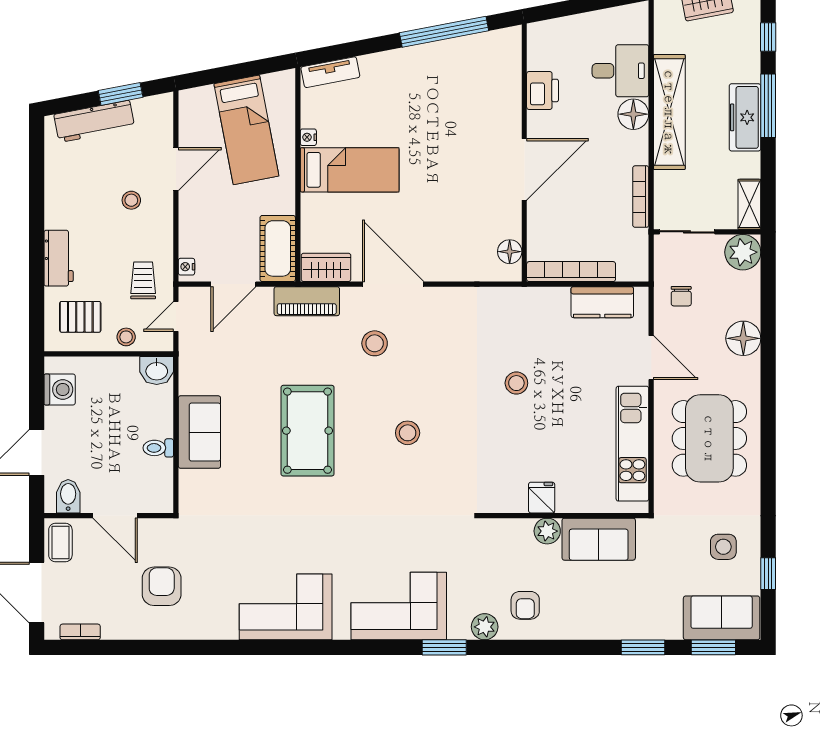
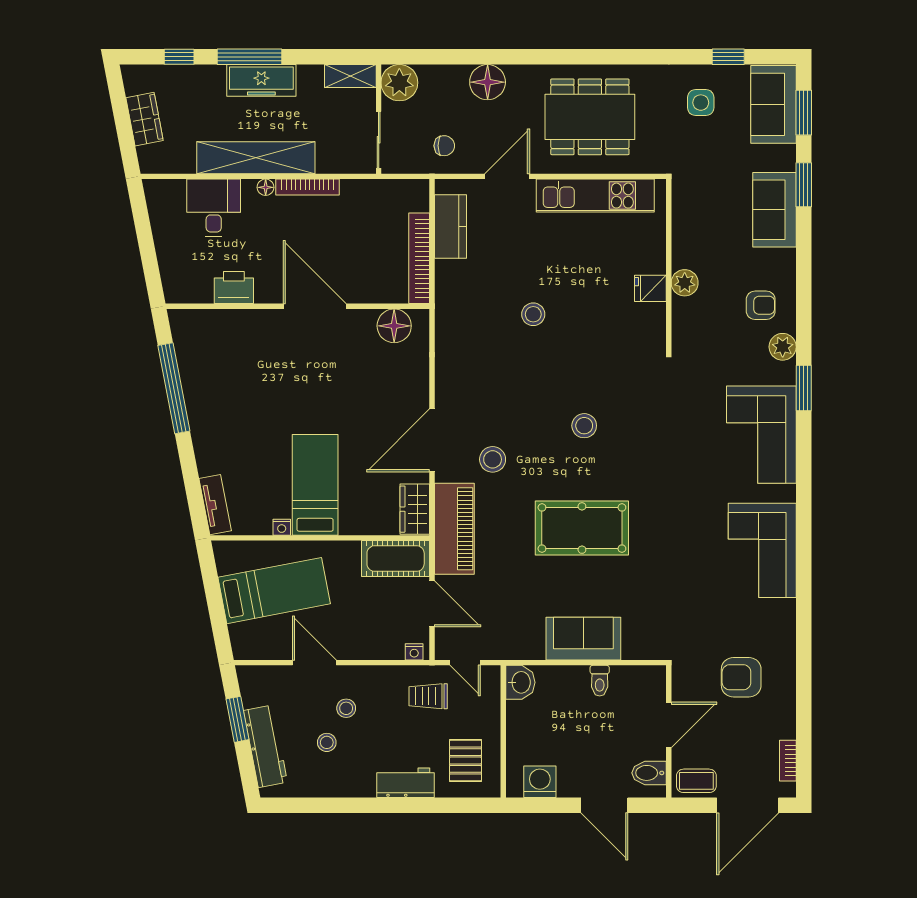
floor lamp: (633, 114) -> (266, 187), width x0.53, depth x0.53
bookcase: (641, 197) -> (307, 187), moved
floor lamp: (510, 252) -> (394, 326), width x1.38, depth x1.38
piano: (307, 301) -> (454, 529), width x1.37, depth x1.33
stool: (126, 337) -> (327, 742), moved
sofa: (599, 539) -> (774, 210), moved, turned 180

